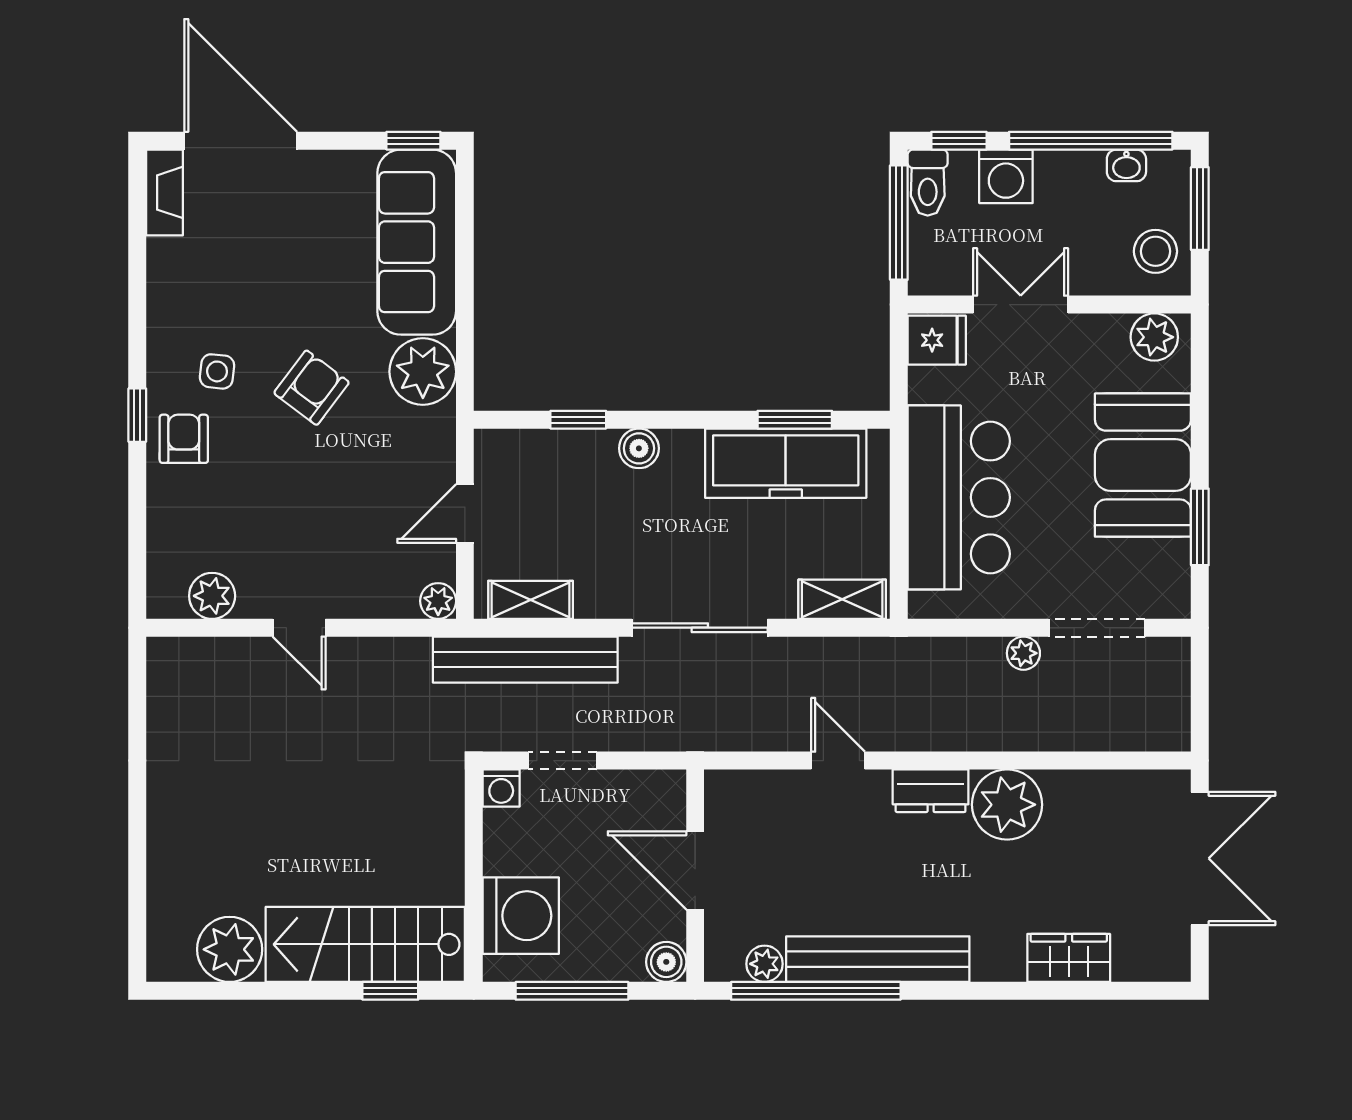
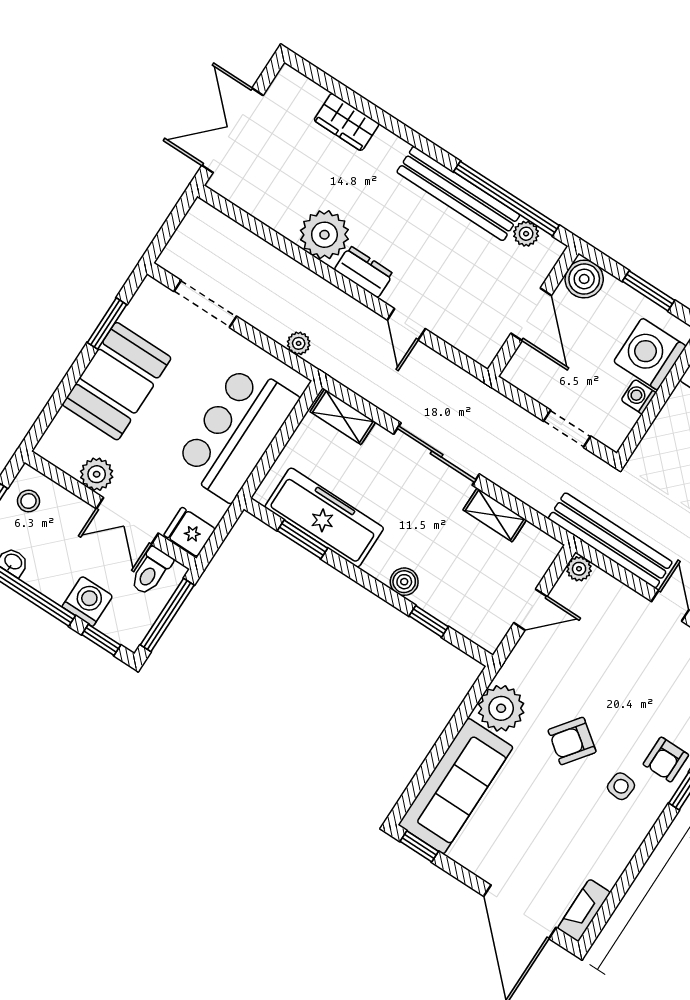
toilet: (928, 183) -> (151, 571), moved, turned 180
stool: (1155, 251) -> (28, 501), width x0.73, depth x0.73
plant: (1154, 337) -> (97, 474), moved
shelving: (531, 600) -> (495, 515), moved
plant: (1023, 653) -> (299, 343), moved
bench: (525, 660) -> (610, 540), moved
washing machine: (501, 788) -> (639, 397), moved, turned -90
boiler: (666, 962) -> (584, 279), width x1.36, depth x1.36
window: (572, 991) -> (649, 291), width x0.69

